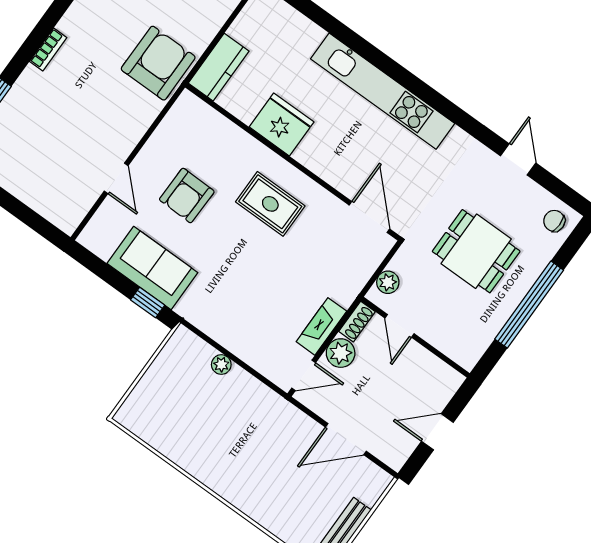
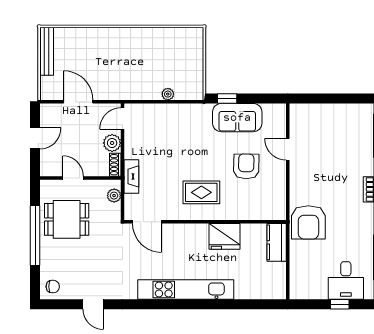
dining table: (476, 251) -> (67, 219), moved
fireplace: (321, 326) -> (131, 176), moved
door: (400, 326) -> (73, 178), moved
door: (346, 439) -> (78, 102), hinge flipped

